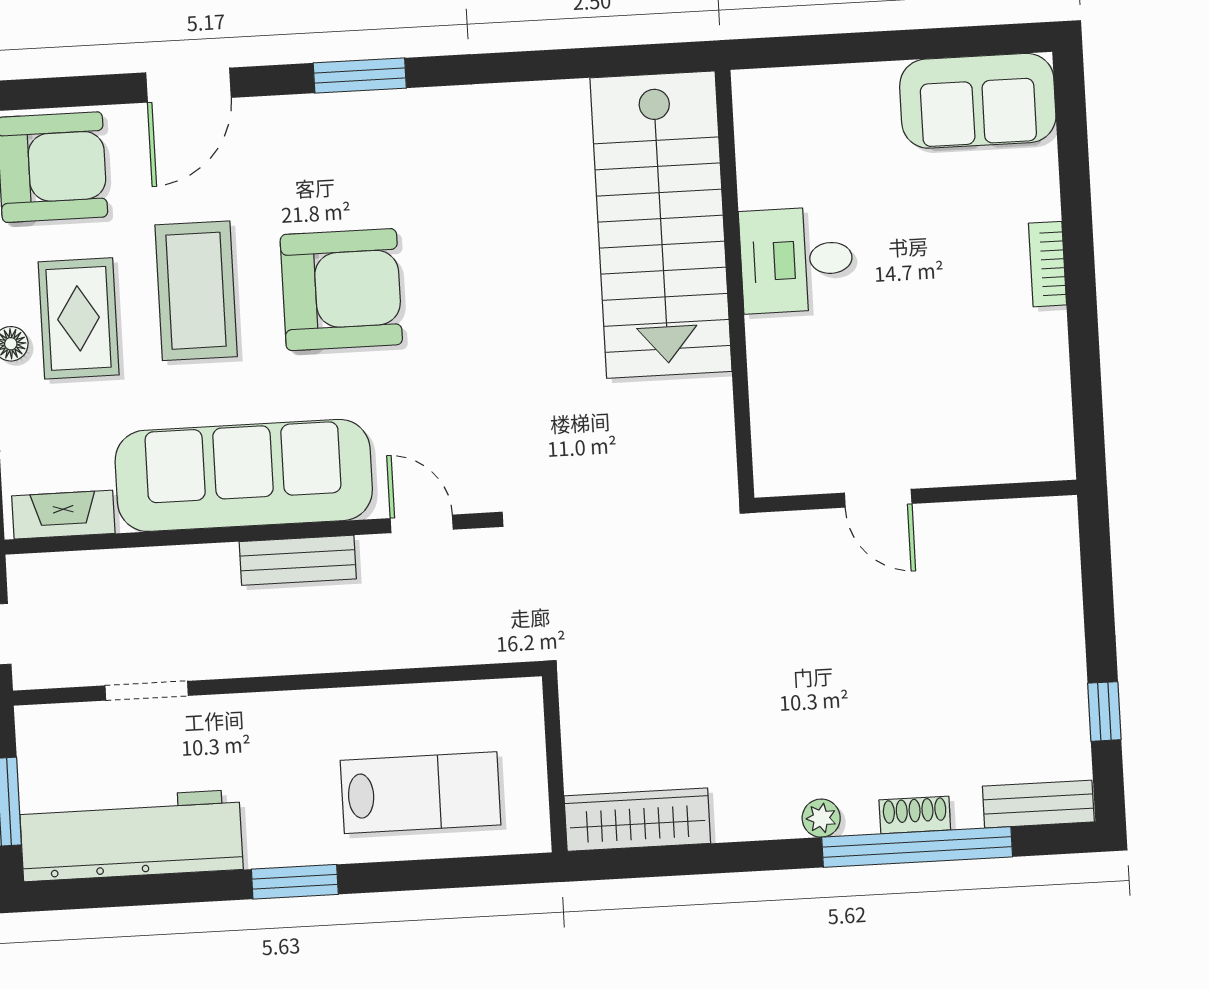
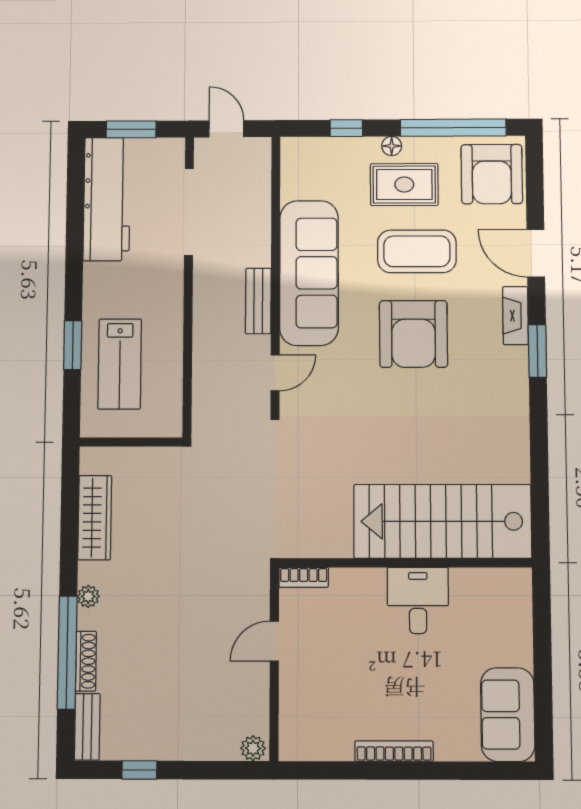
bookcase: (1047, 264) -> (394, 751), width x1.56
bookcase: (769, 455) -> (304, 577), added
fireplace: (63, 515) -> (515, 316), moved, turned 180
plant: (1058, 523) -> (253, 748), added
doorway: (147, 691) -> (189, 212), width x1.87
shoe rack: (915, 815) -> (86, 661), width x1.43
wardrobe: (637, 820) -> (95, 518), moved
window: (295, 882) -> (73, 345), moved

